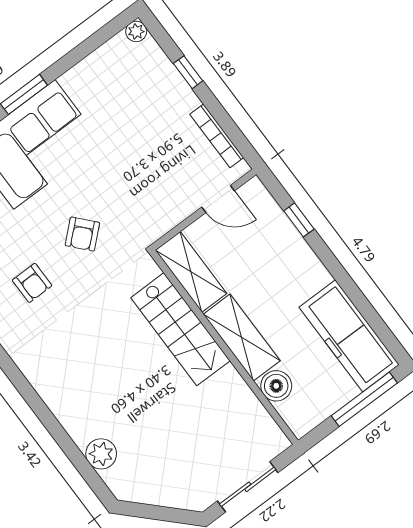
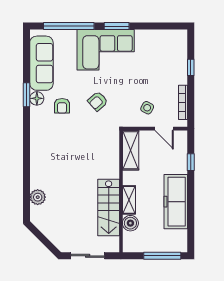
plant: (136, 31) -> (182, 35), removed
side table: (167, 186) -> (147, 108), added
stairs: (180, 329) -> (109, 208), moved
freezer: (349, 336) -> (176, 202), moved
shelving: (242, 338) -> (129, 200), width x0.67, depth x0.75

